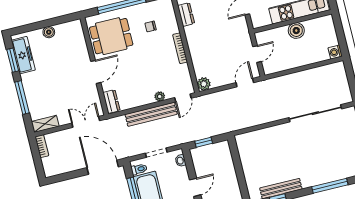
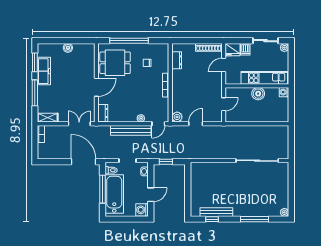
washing machine: (335, 52) -> (284, 92), moved
freezer: (23, 55) -> (44, 71), moved
door: (245, 83) -> (196, 124), moved

